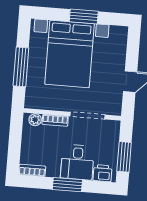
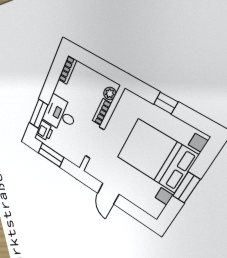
window: (21, 67) -> (166, 103), width x0.46
window: (67, 185) -> (39, 114), moved

